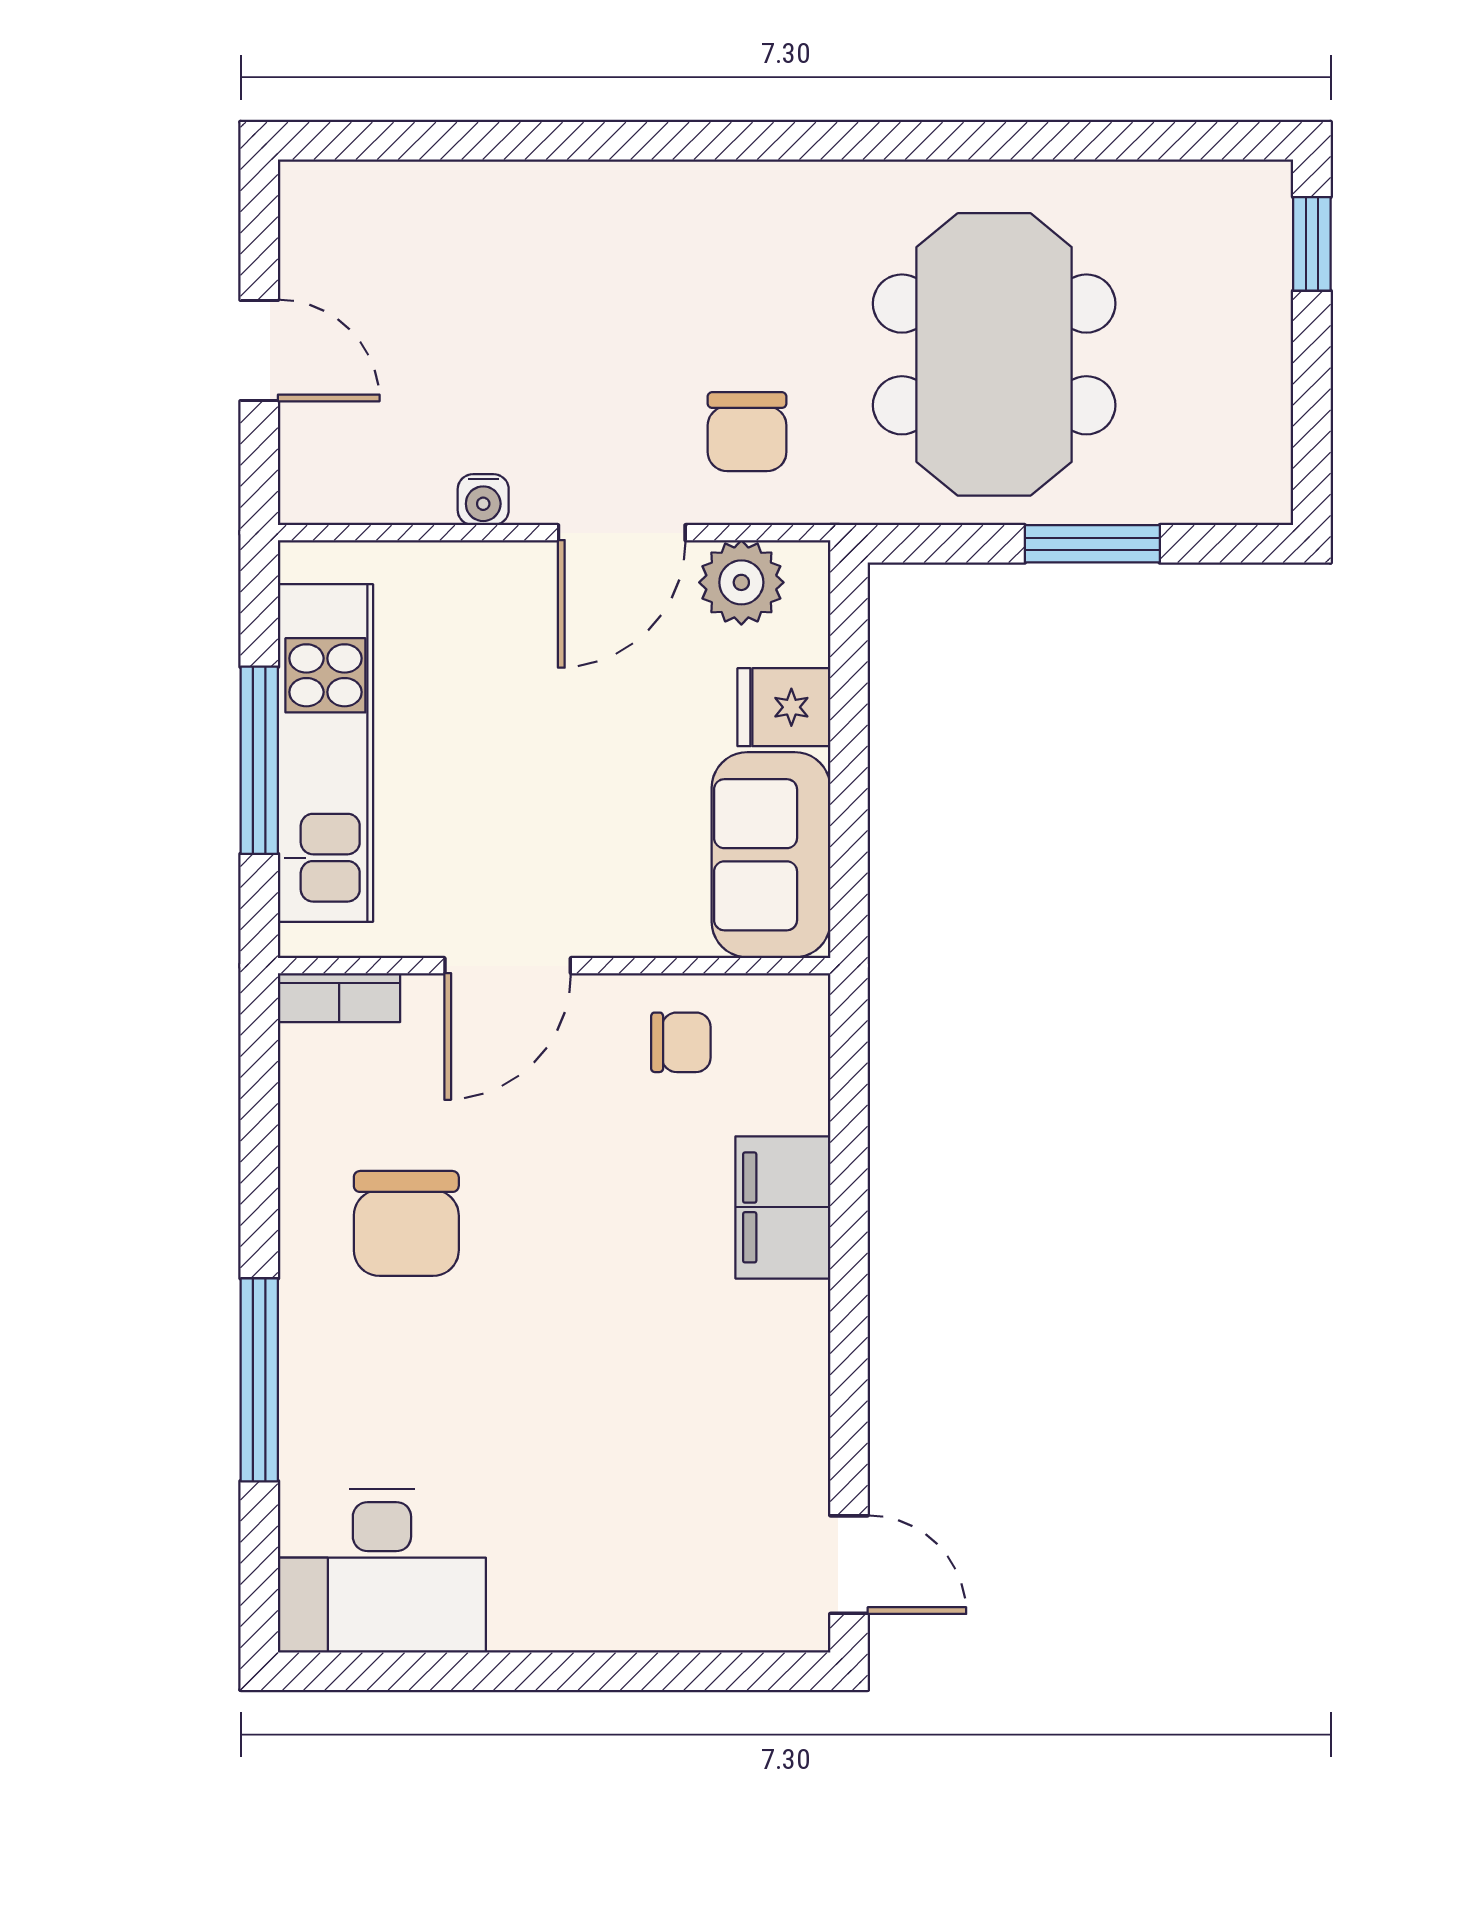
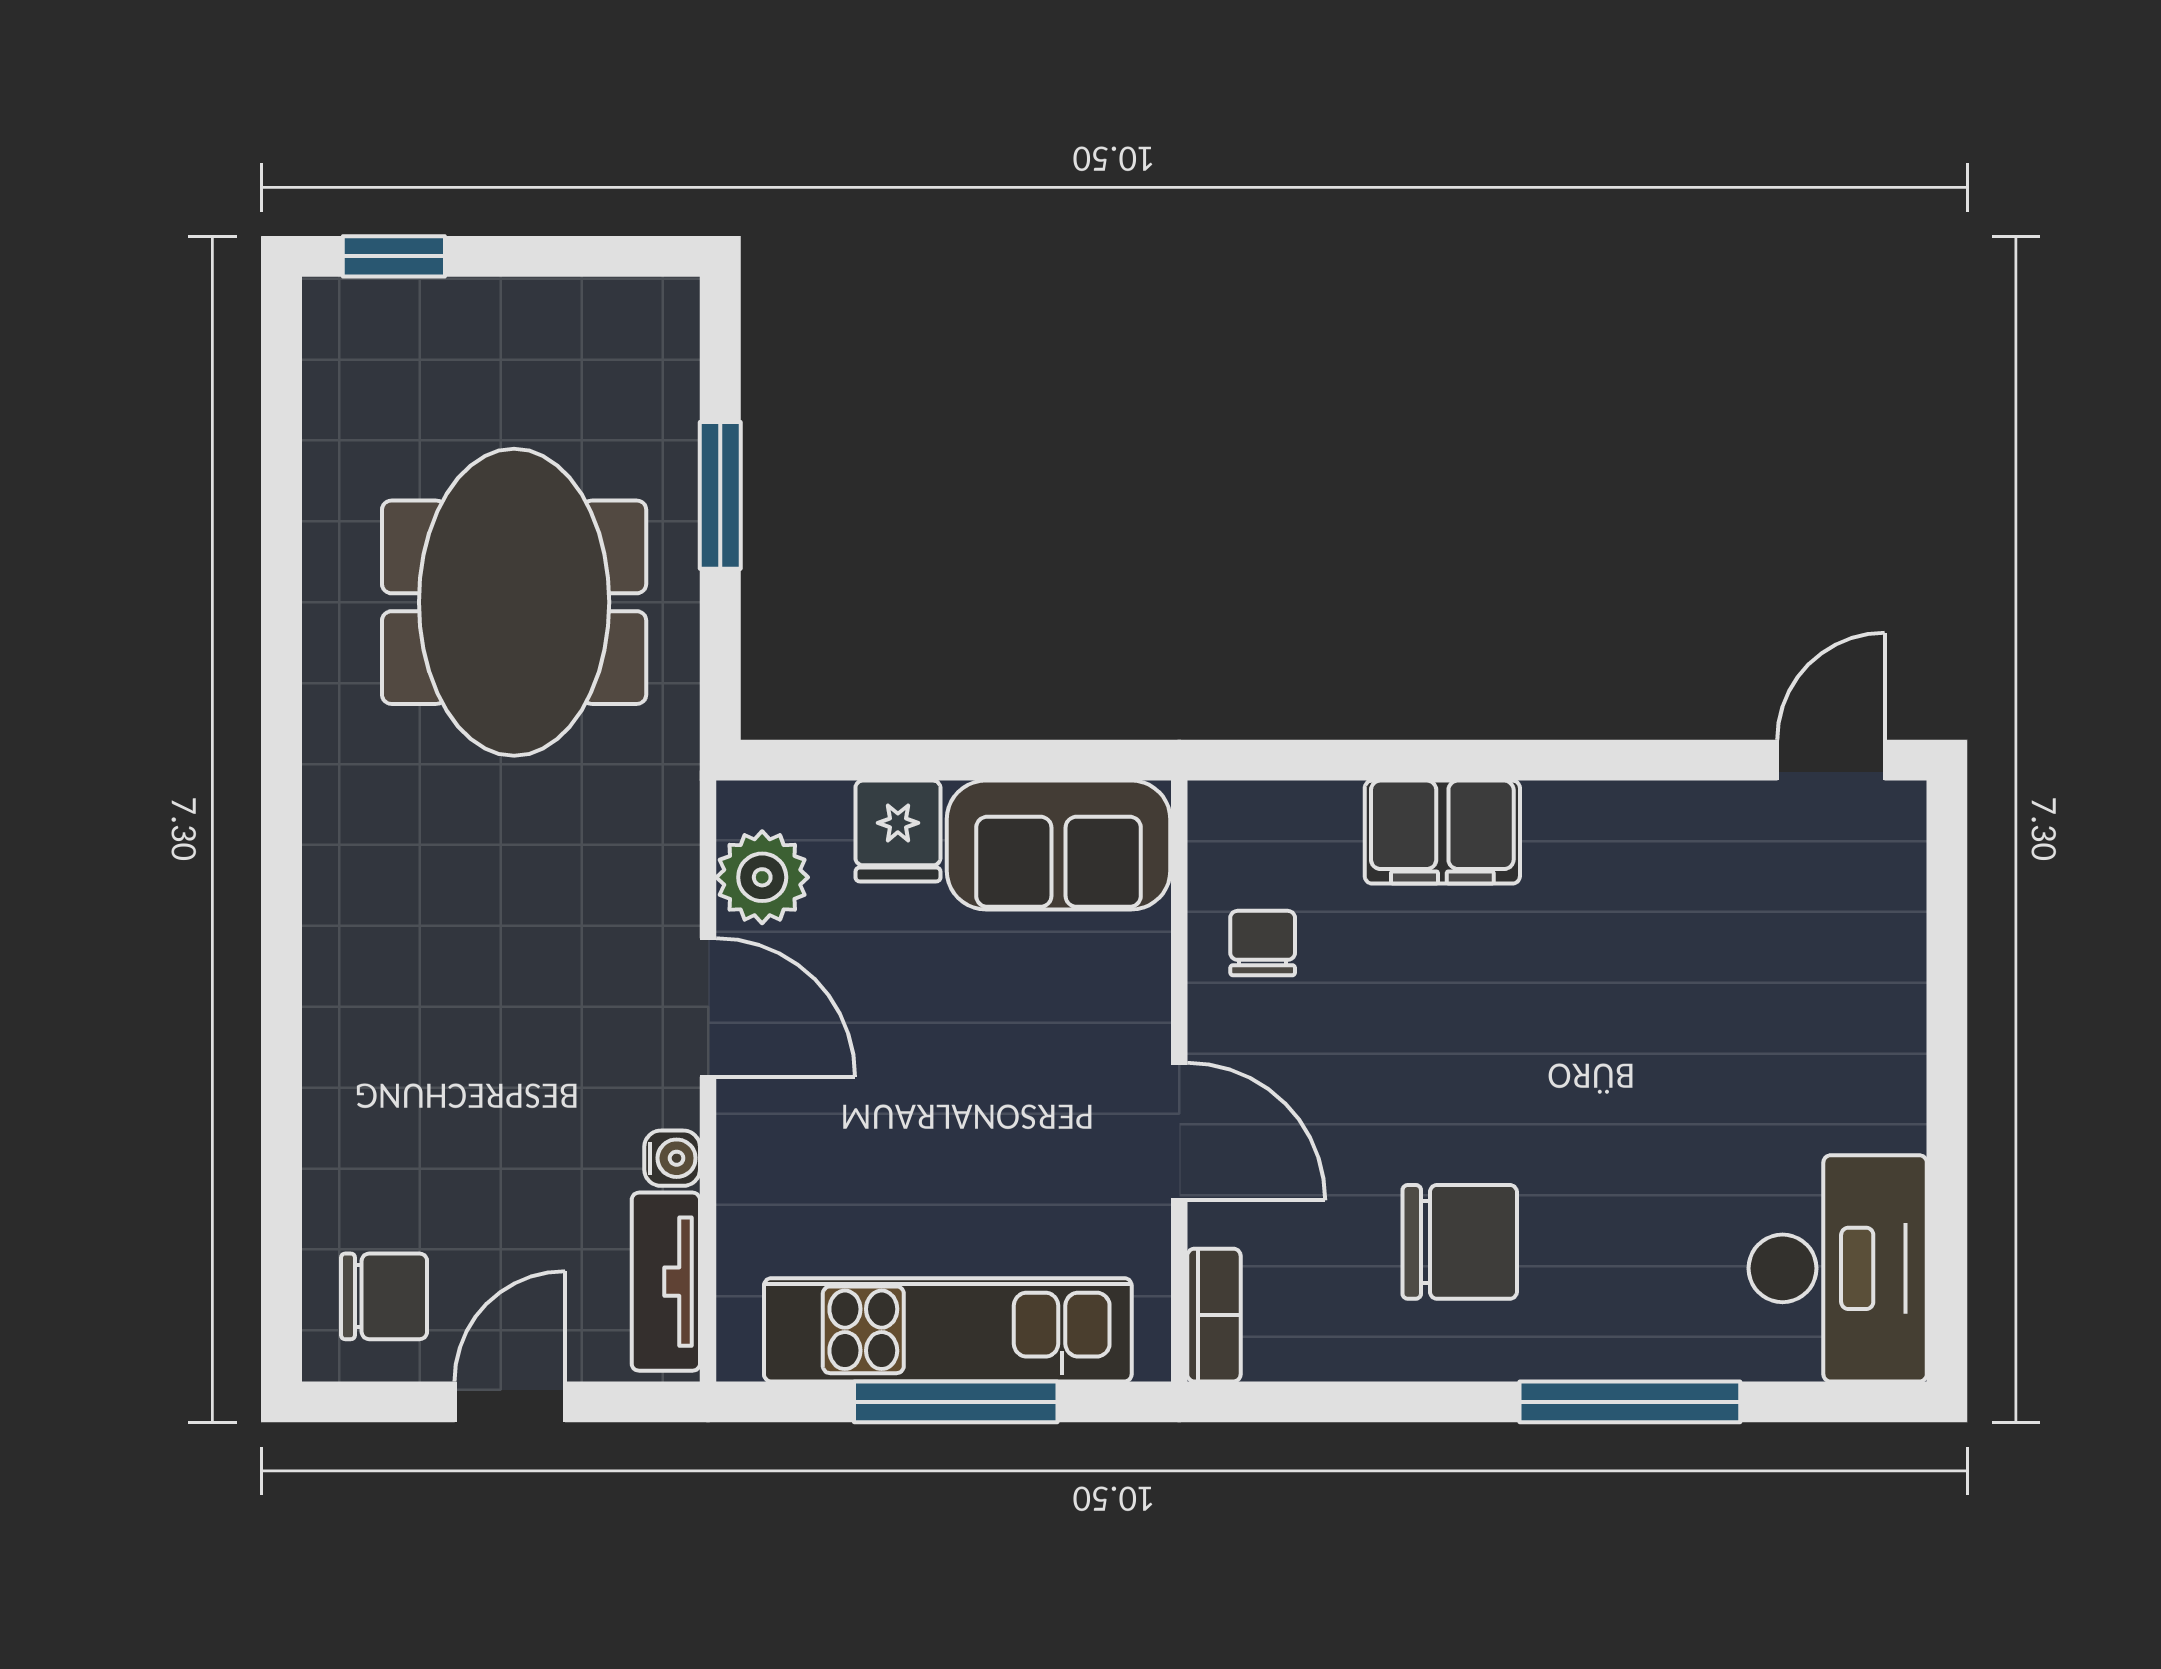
meeting table: (994, 354) -> (514, 602), turned 90
chair: (747, 432) -> (384, 1296), moved
tv unit: (370, 494) -> (666, 1282), added

